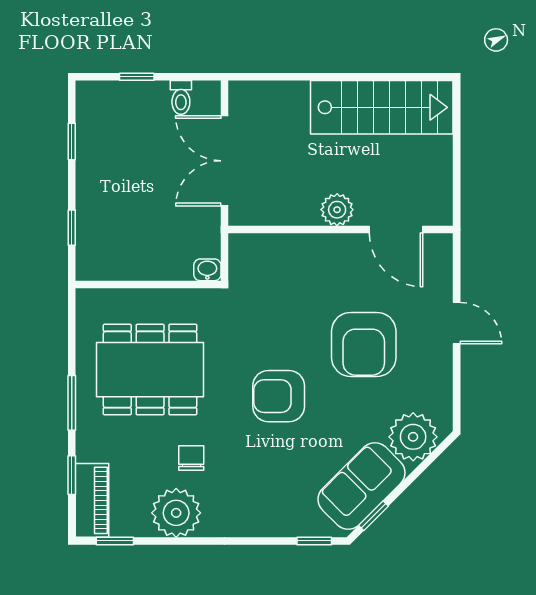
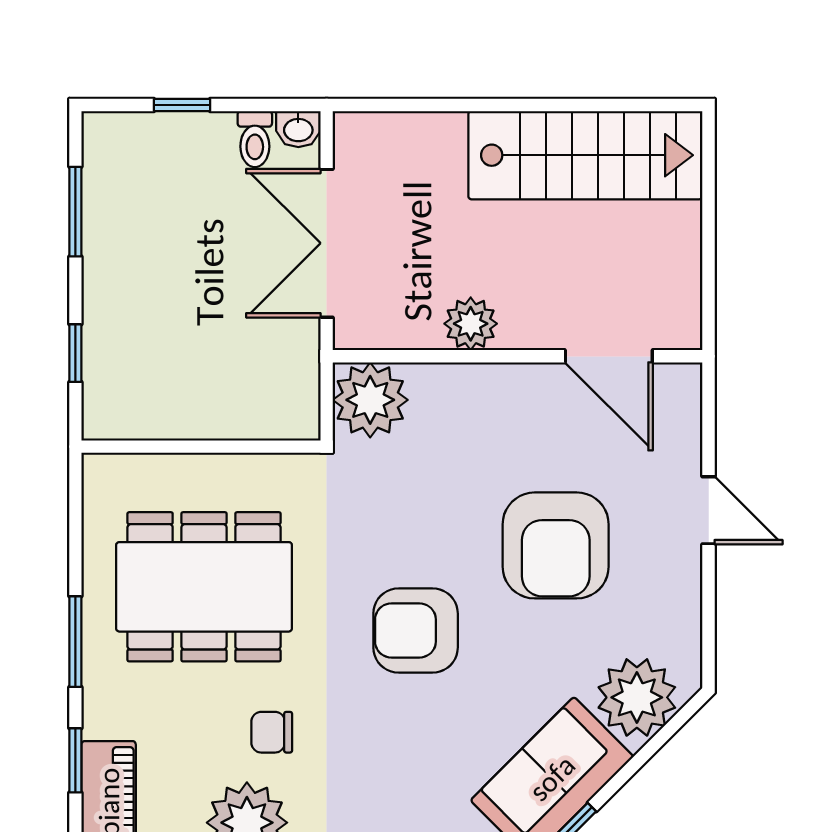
window: (72, 142) -> (75, 212), width x1.50
plant: (337, 210) -> (471, 324), moved
plant: (251, 256) -> (370, 400), added
washbasin: (207, 270) -> (298, 129), moved, turned 180
chair: (191, 458) -> (272, 732), turned -90

